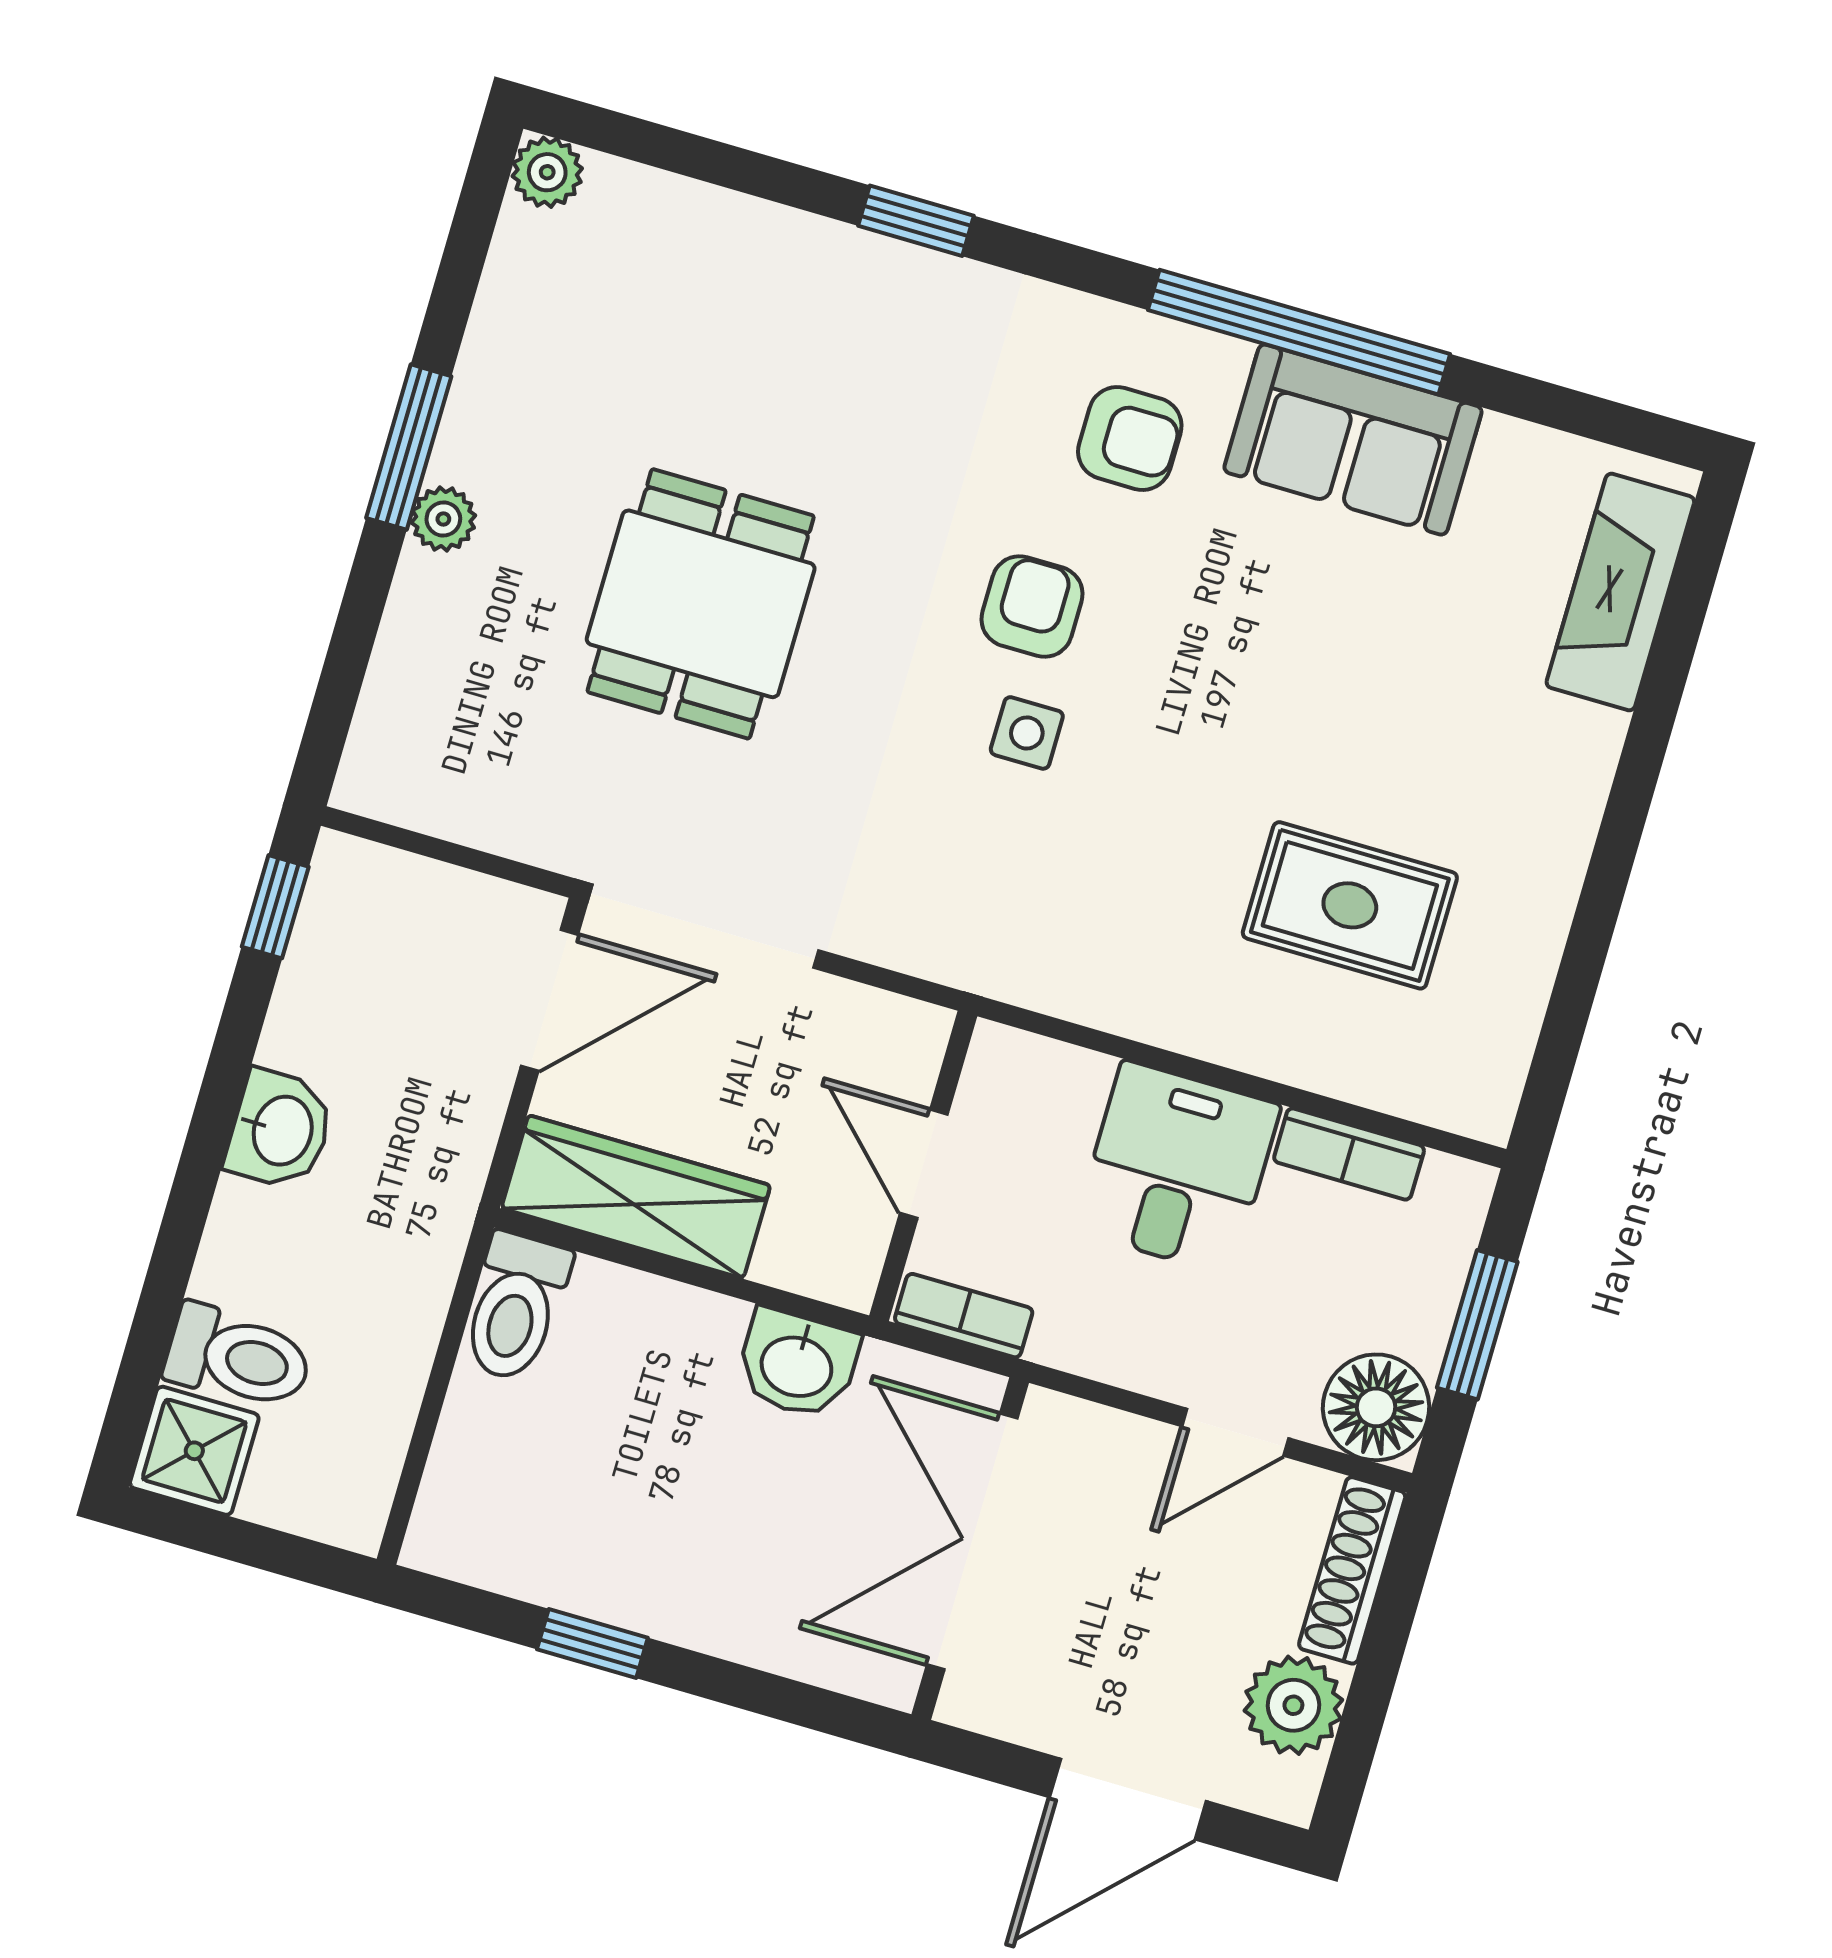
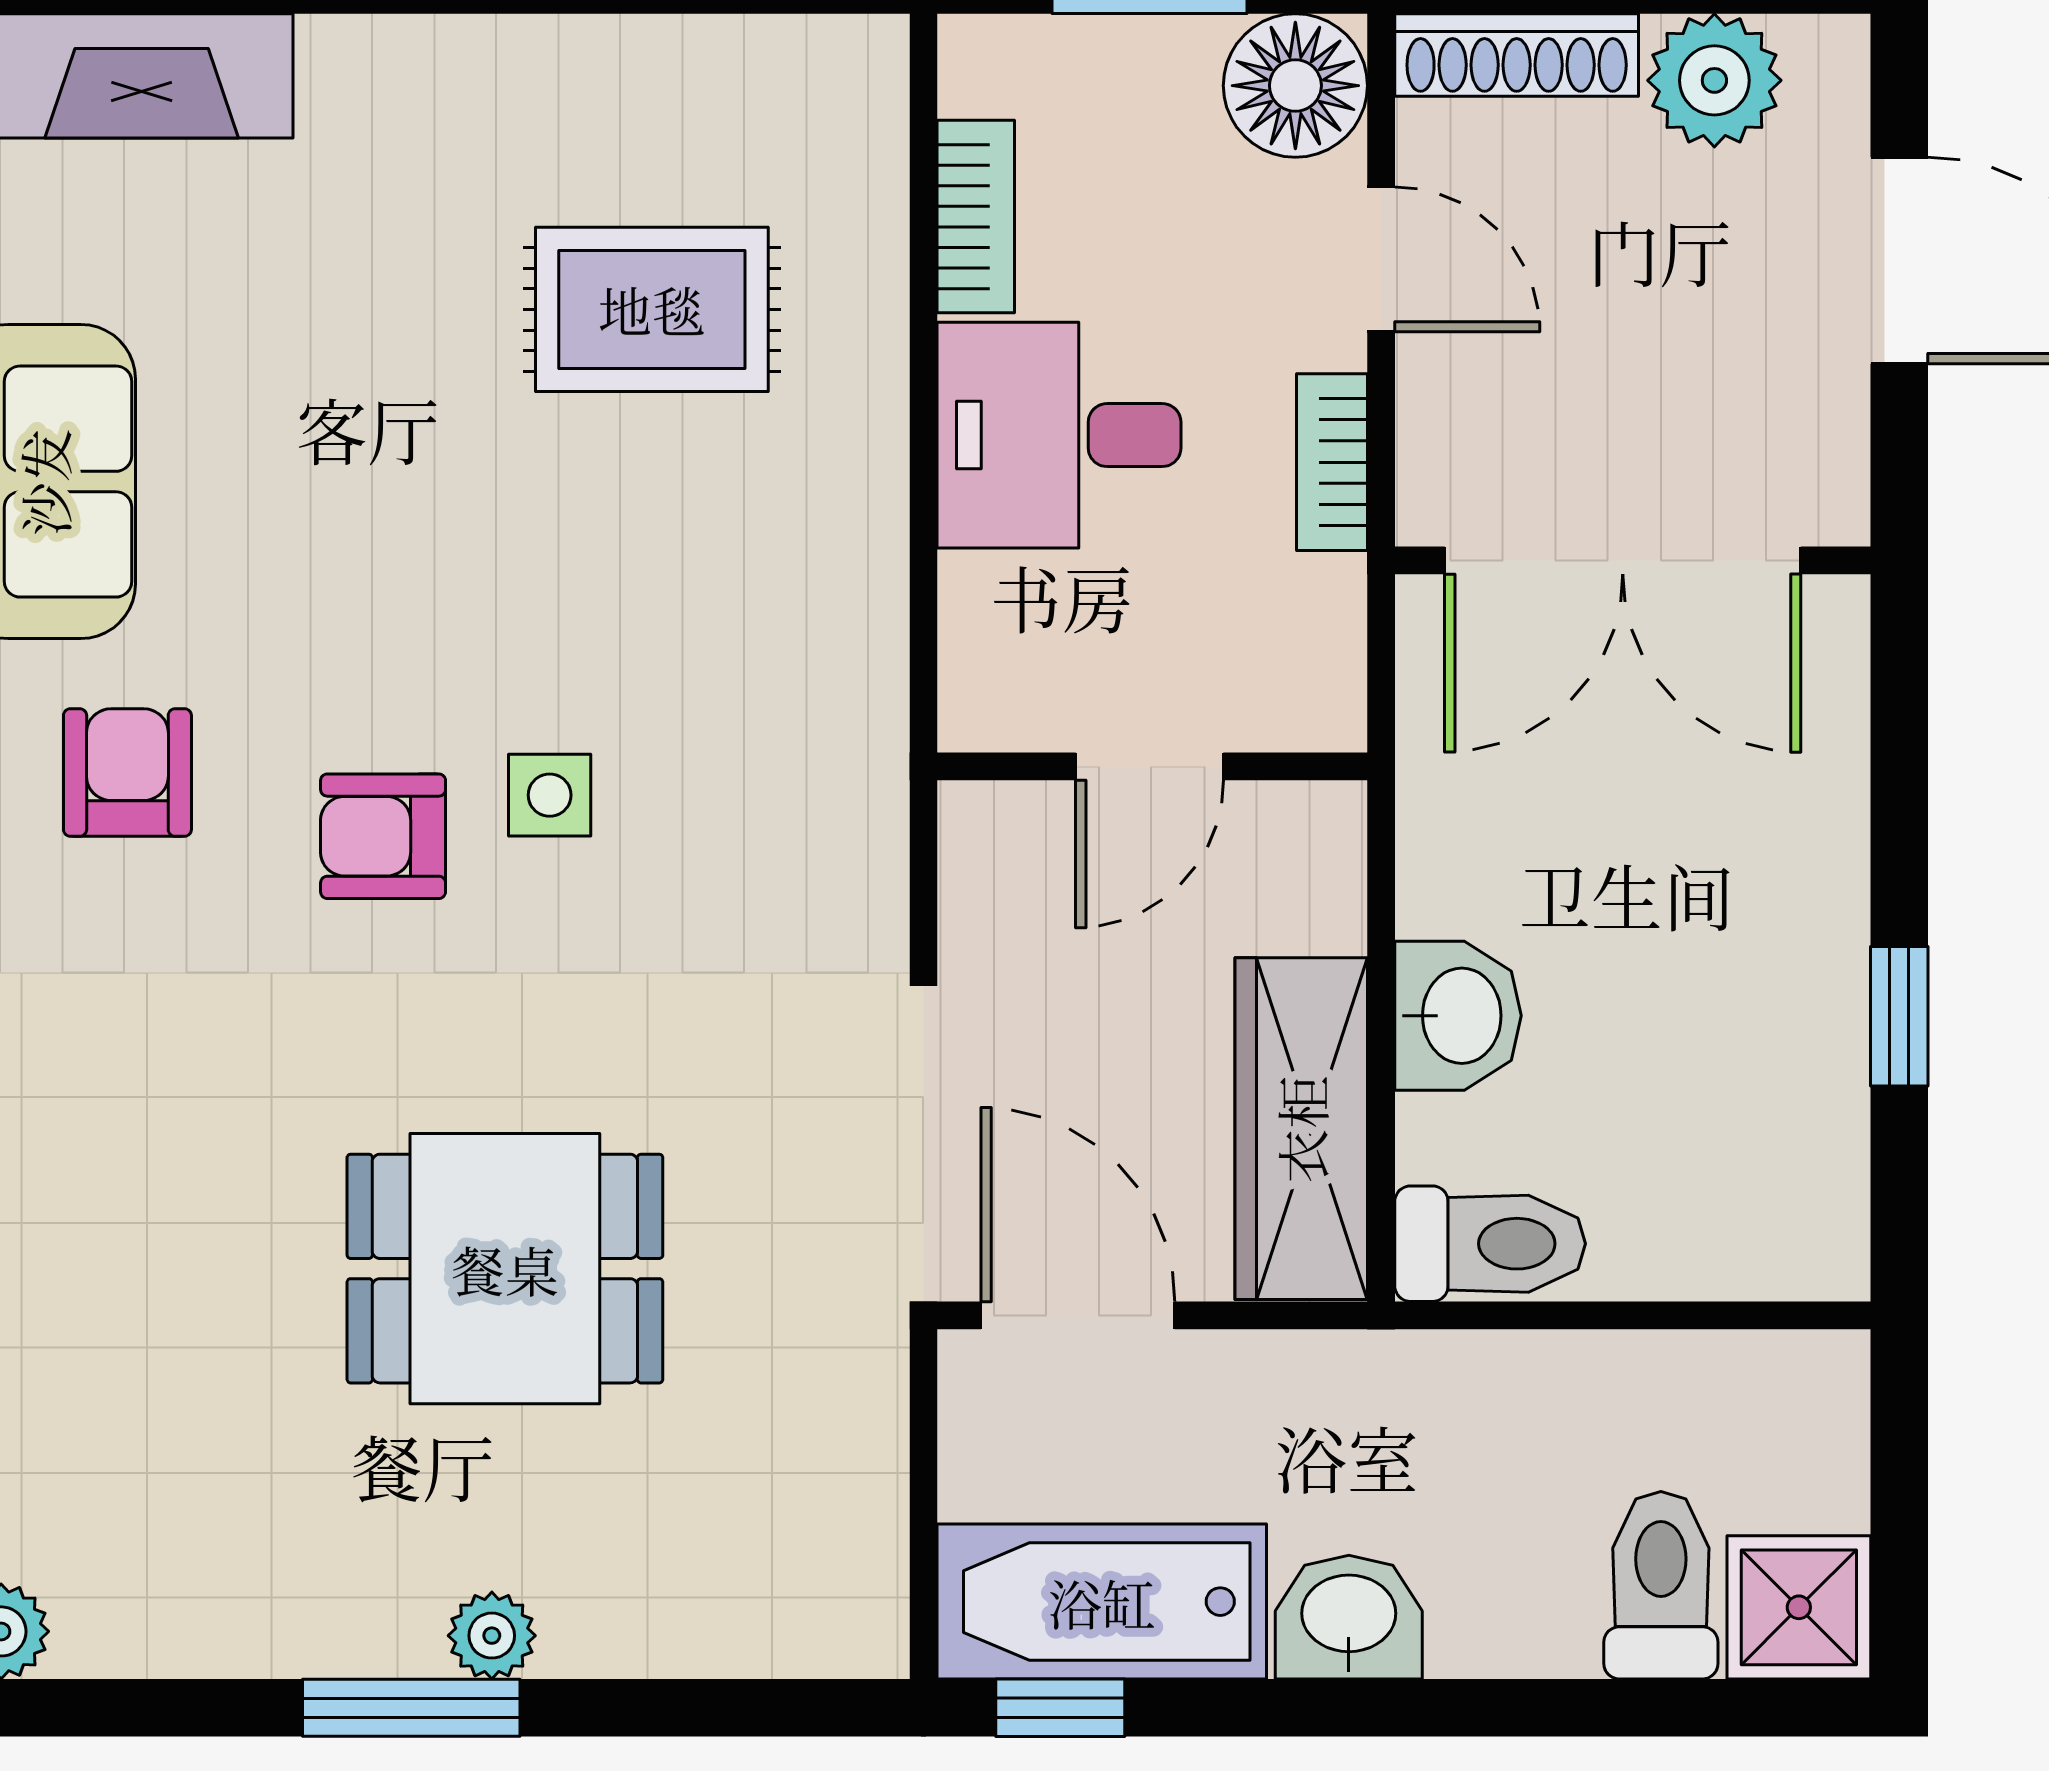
rug: (1350, 905) -> (652, 309), turned 90
bathtub: (342, 958) -> (1102, 1602), added
bookcase: (964, 1316) -> (1332, 462), moved
washbasin: (797, 1364) -> (1458, 1016), moved

